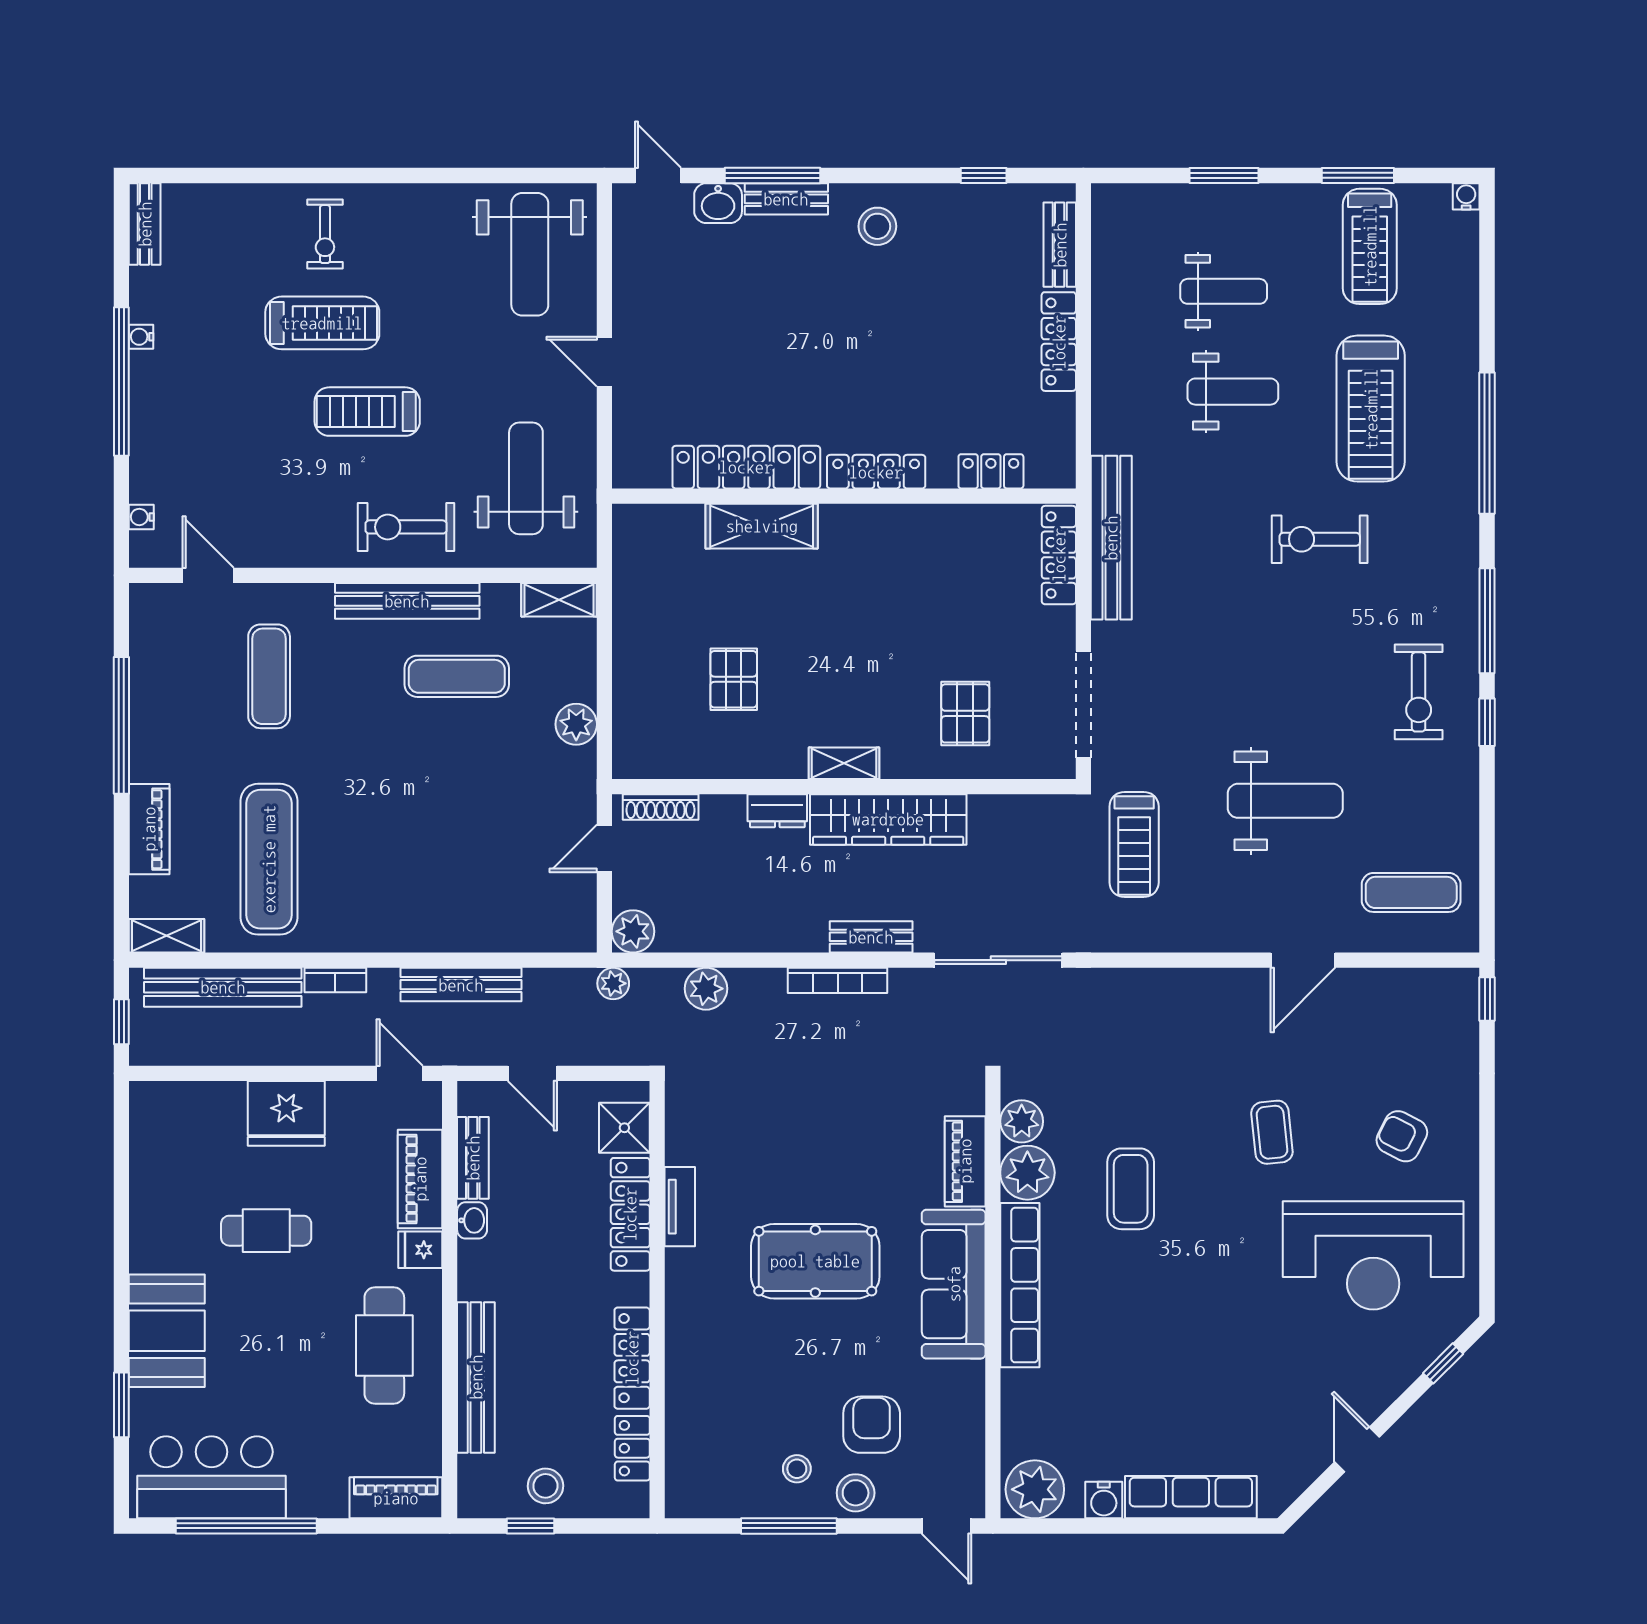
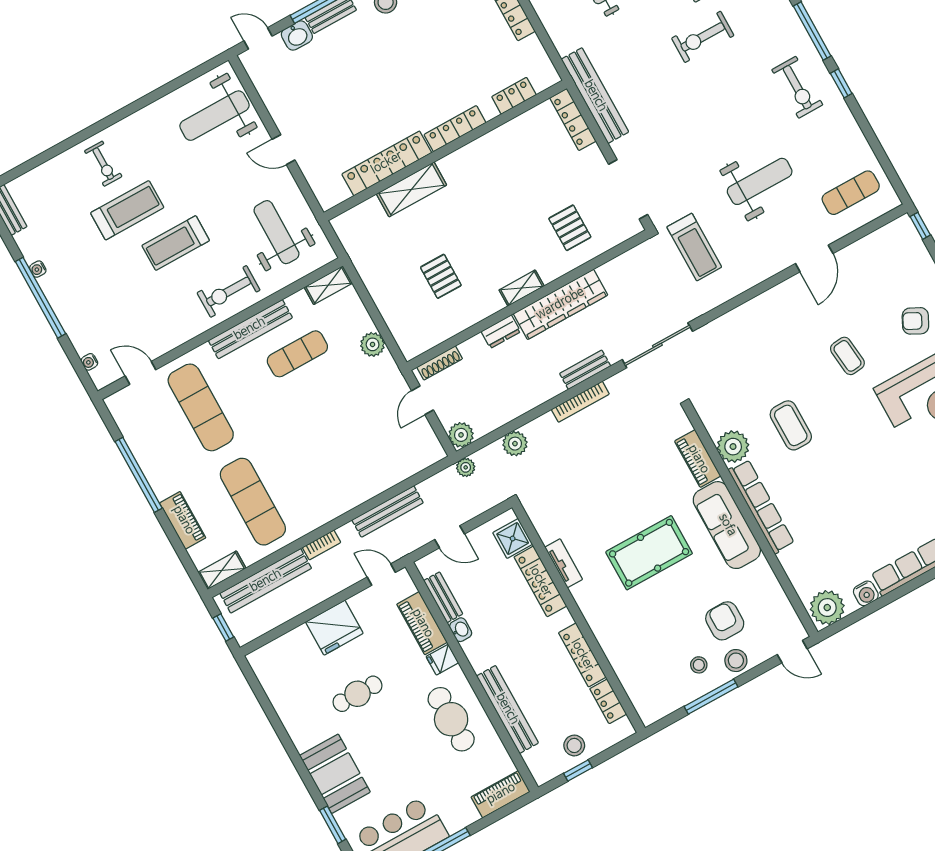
weight bench: (530, 254) -> (215, 116), turned 90
exercise mat: (269, 676) -> (201, 407), width x1.36, depth x1.45
plant: (1022, 1121) -> (715, 422), removed

